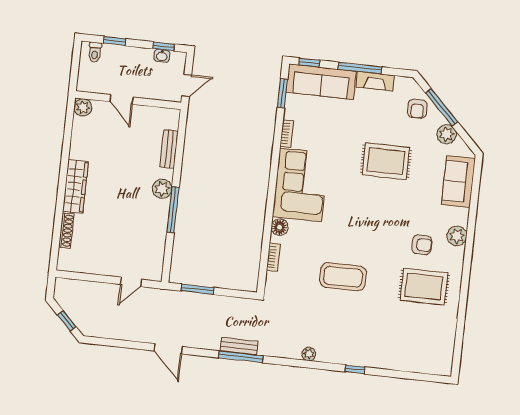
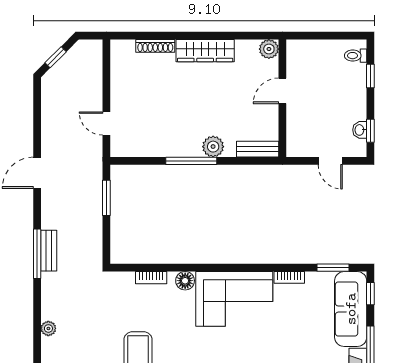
door: (122, 99) -> (282, 91), moved
wall: (128, 100) -> (282, 98), moved
plant: (83, 107) -> (269, 49), moved

